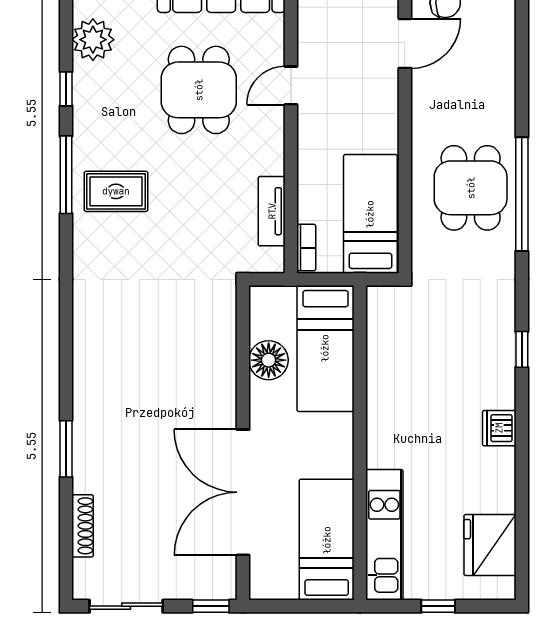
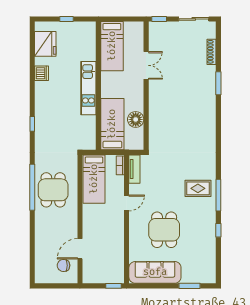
plant: (93, 40) -> (207, 250), removed
door: (291, 86) -> (126, 203), moved
tv unit: (272, 211) -> (134, 169), moved
dishwasher: (499, 428) -> (41, 73), moved
double door: (243, 492) -> (146, 65), width x0.54
kitchen unit: (384, 535) -> (88, 88), moved

